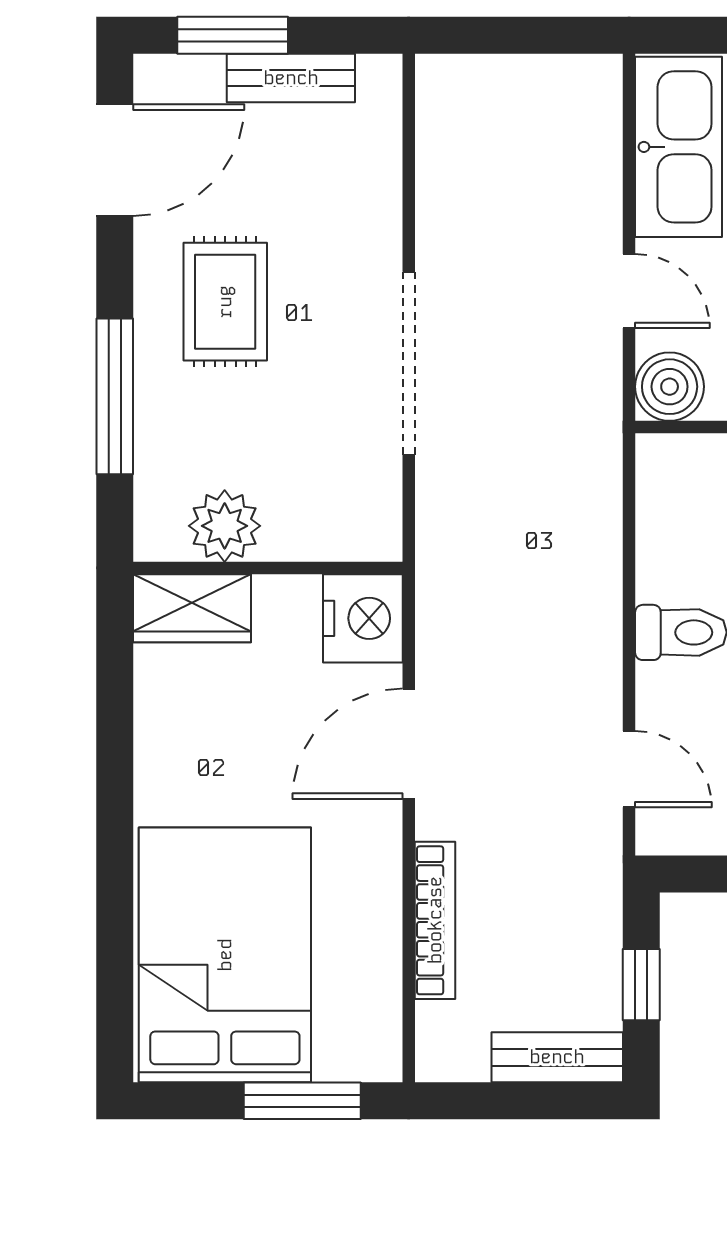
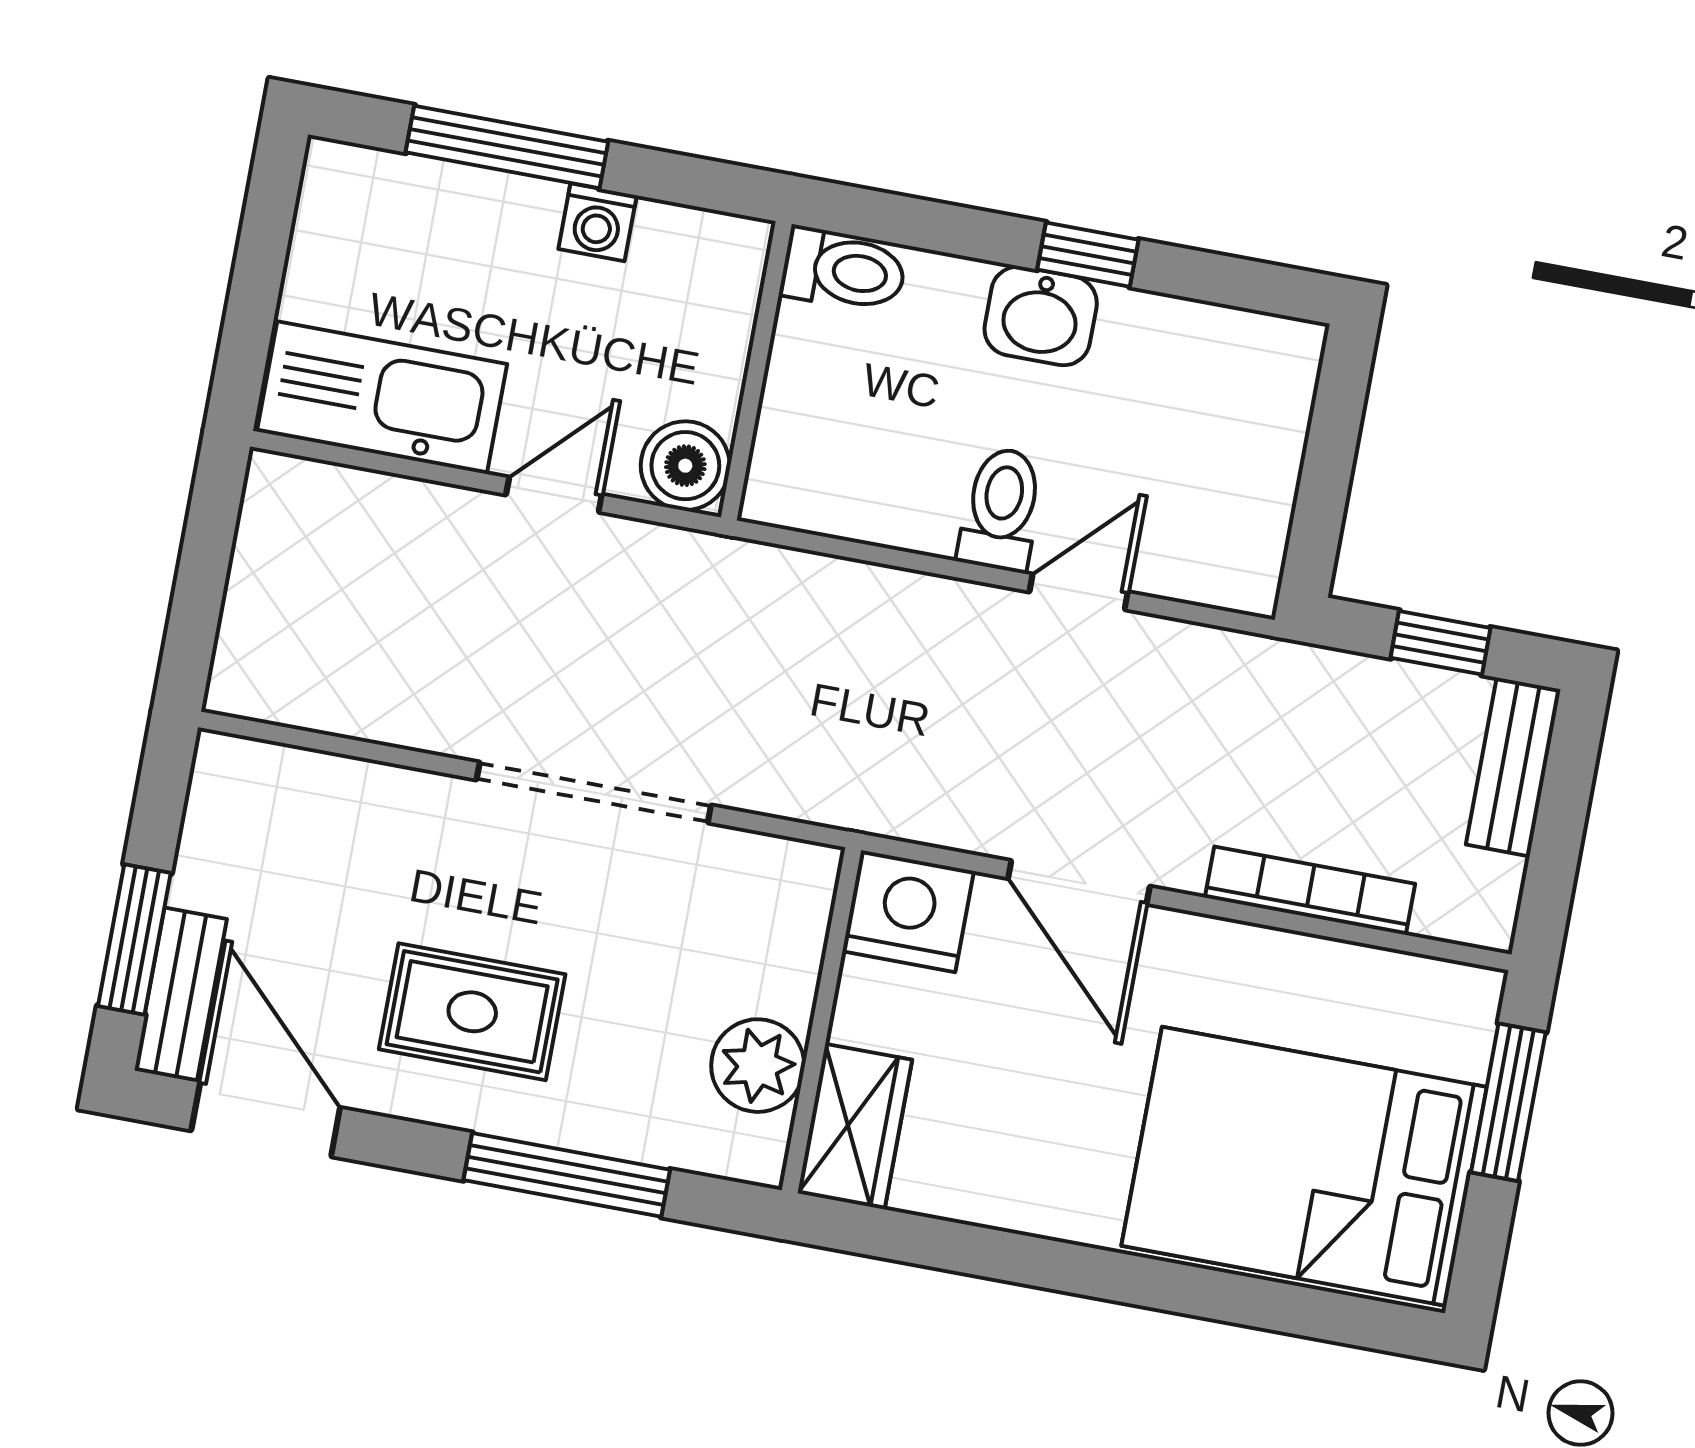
bench: (291, 78) -> (181, 995), moved
door: (629, 769) -> (1079, 592), moved

